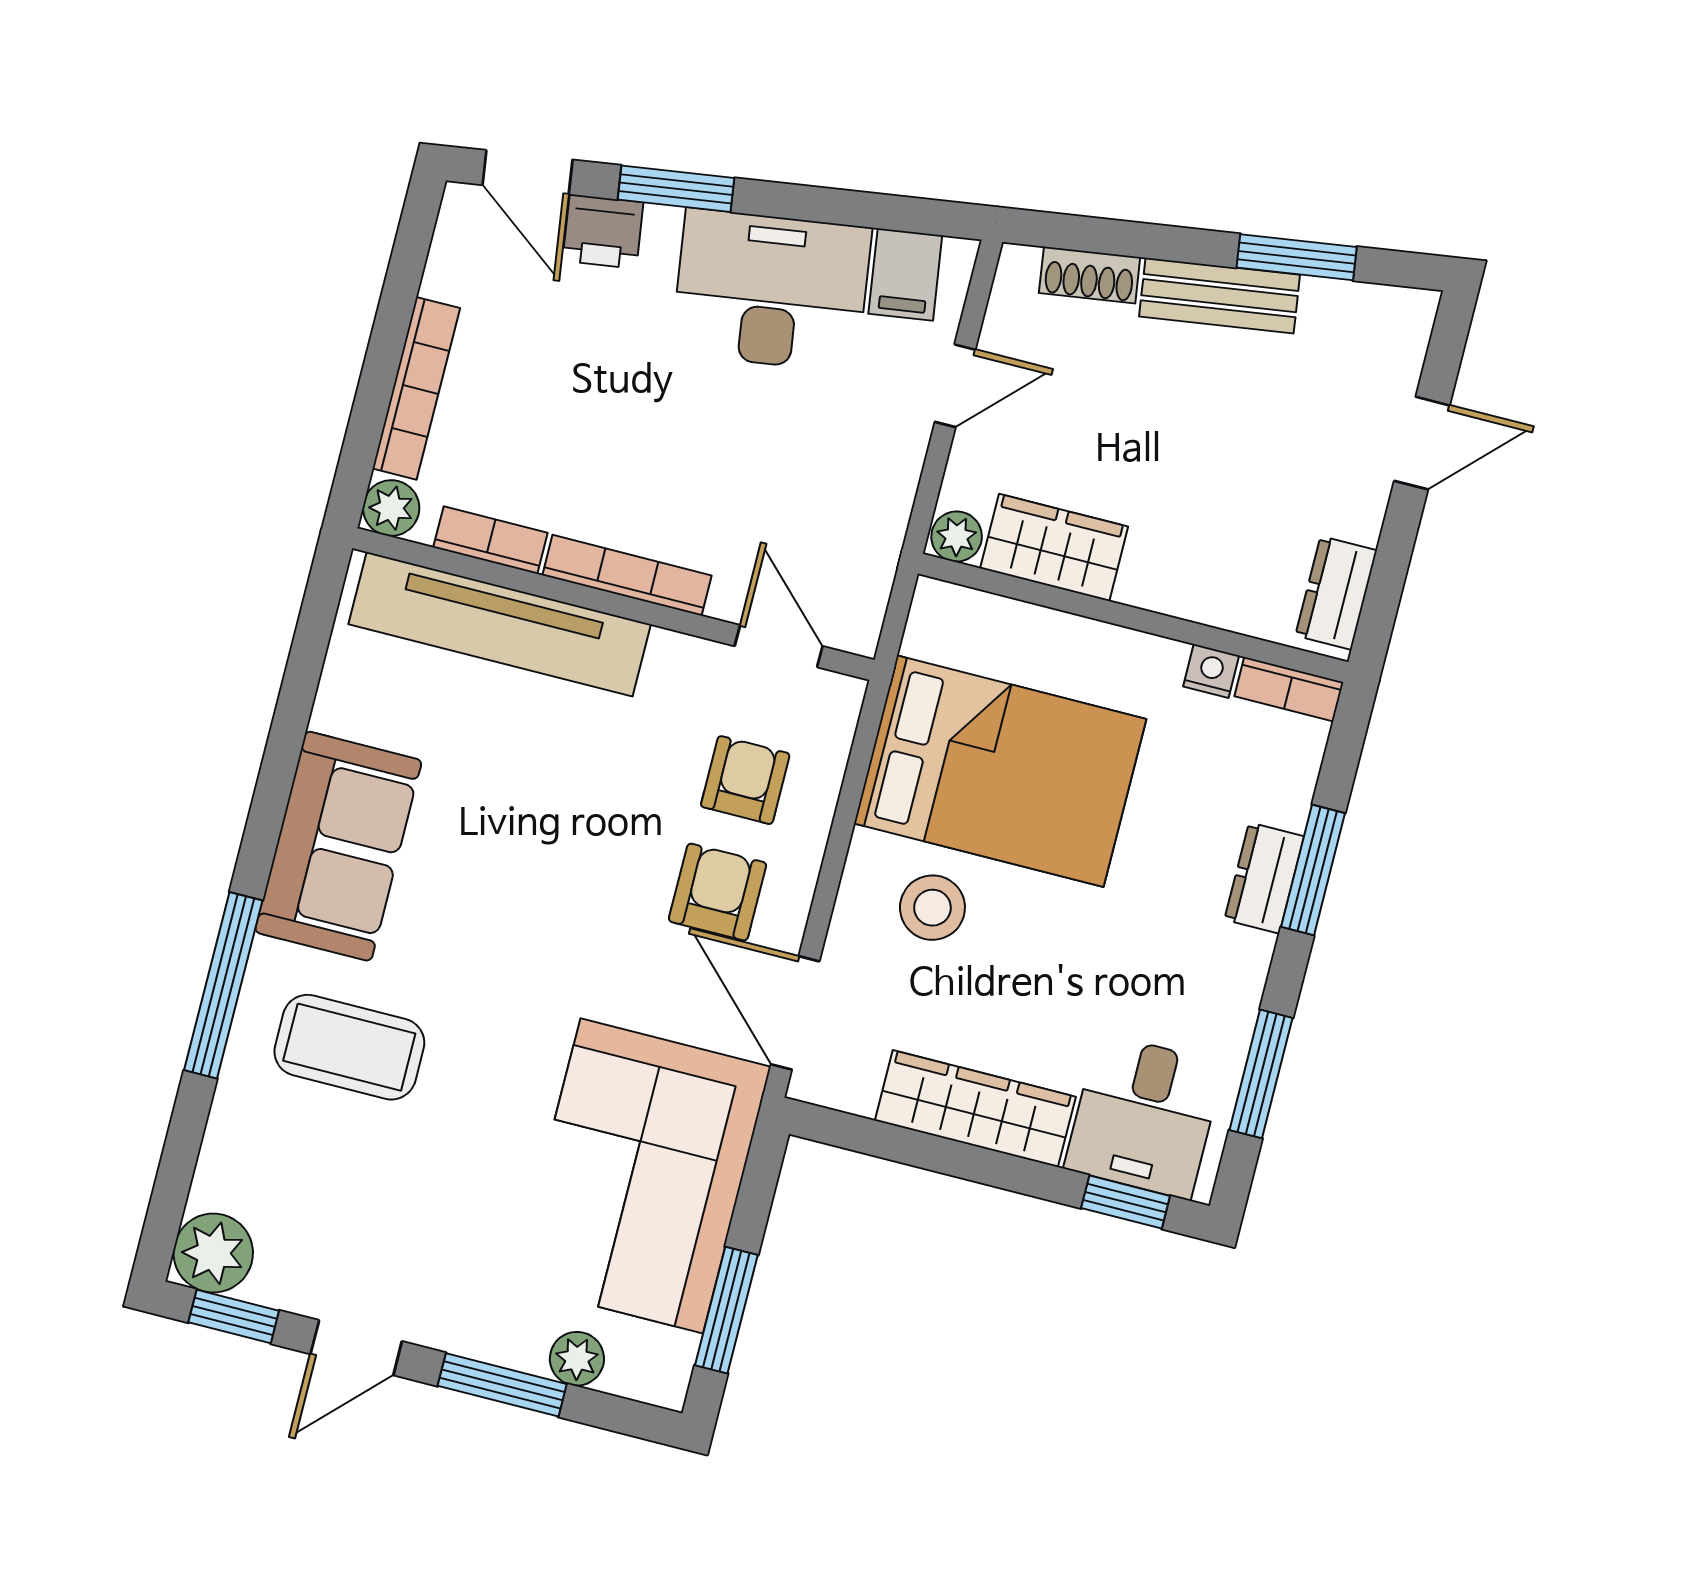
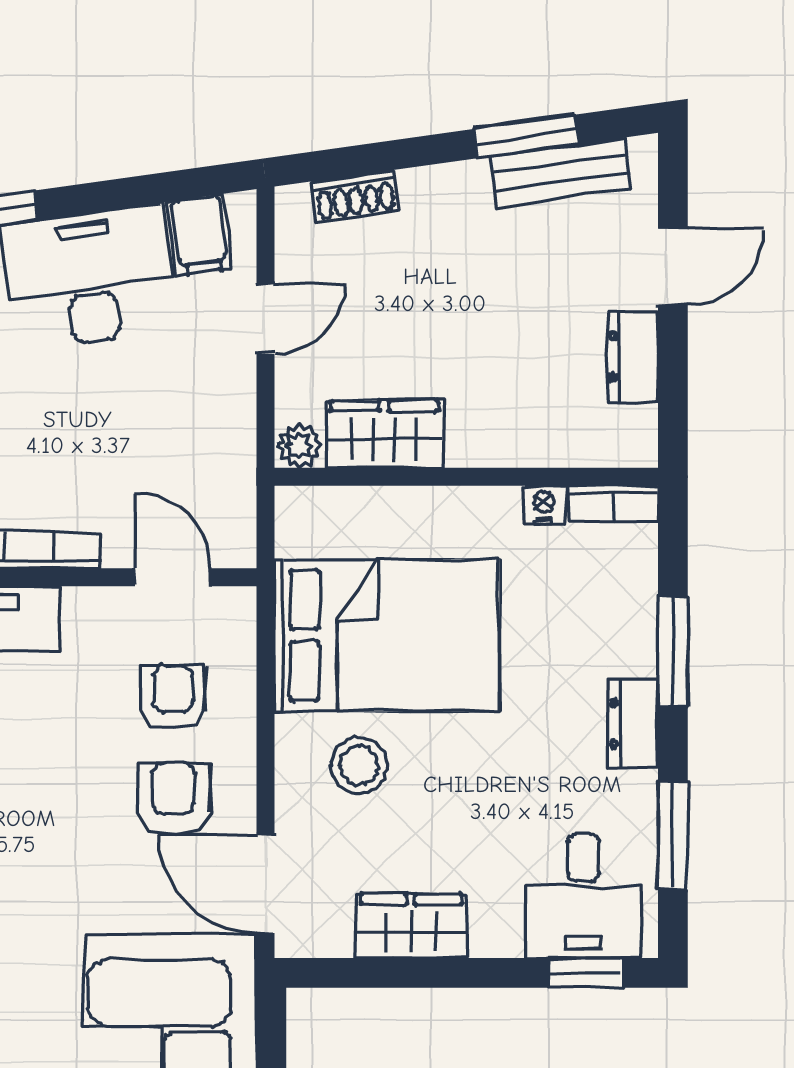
bench: (1220, 296) -> (561, 173), moved
dresser: (1336, 593) -> (633, 356), moved
dresser: (1264, 878) -> (633, 724), moved
wardrobe: (975, 1109) -> (411, 926), width x0.67

